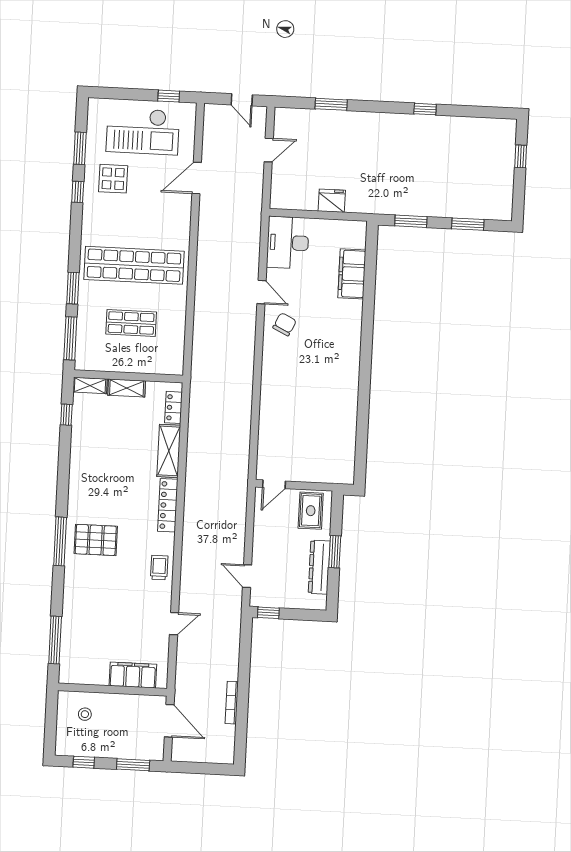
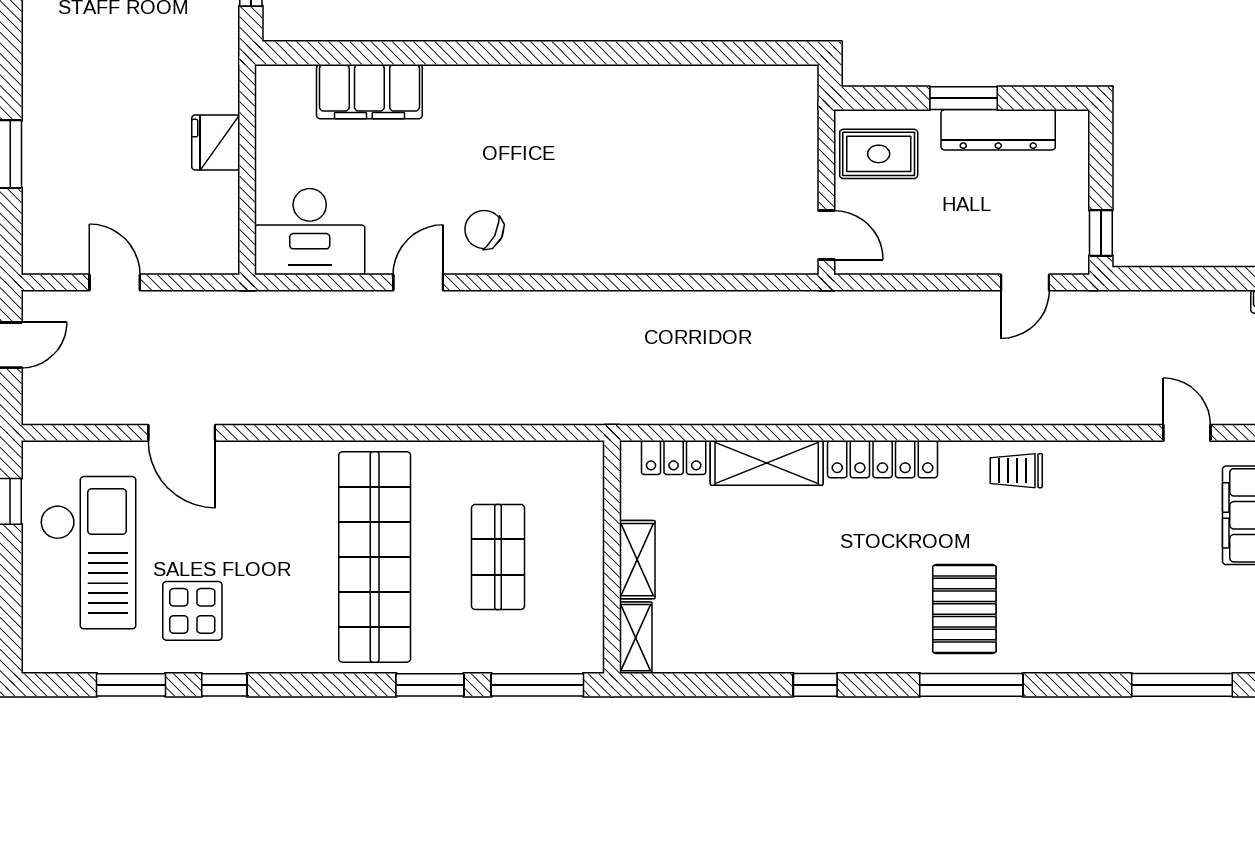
window: (66, 415) -> (815, 685), moved
door: (174, 624) -> (1187, 433), moved

